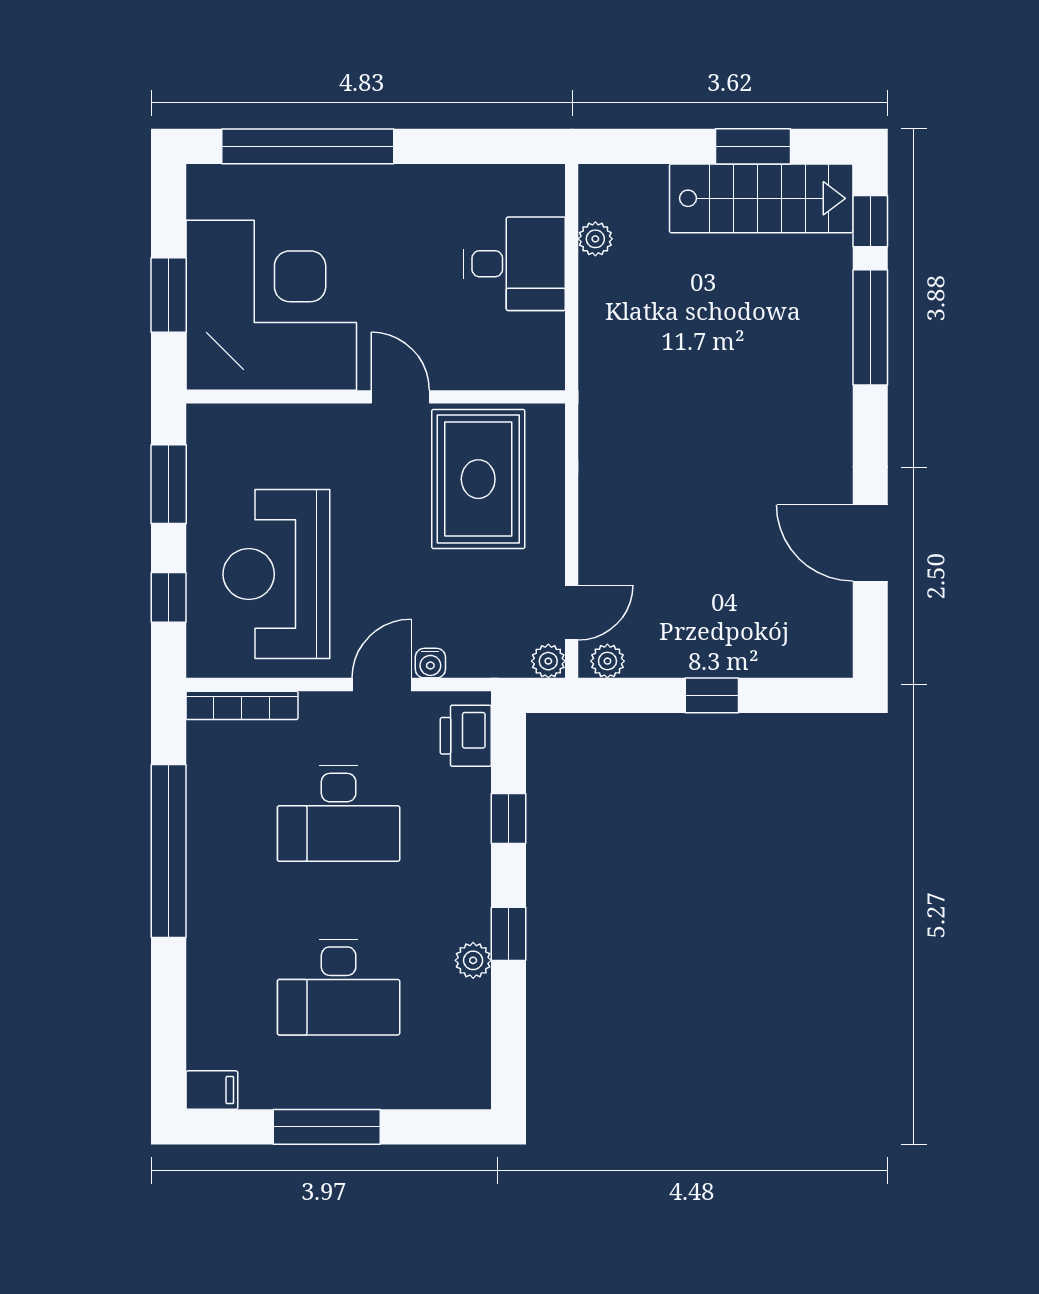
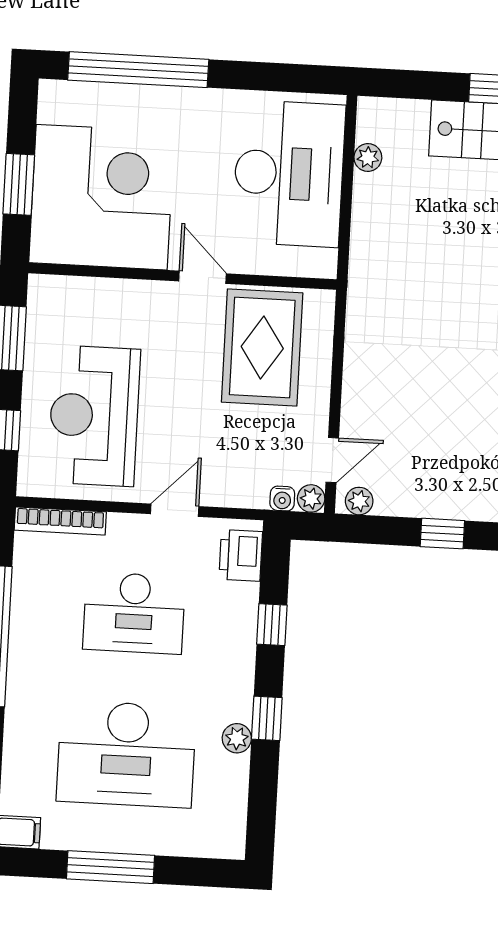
desk: (515, 264) -> (289, 173), width x1.87, depth x1.30
water cooler: (430, 663) -> (282, 499), moved
desk: (339, 987) -> (126, 754), width x1.36, depth x1.30

